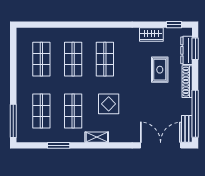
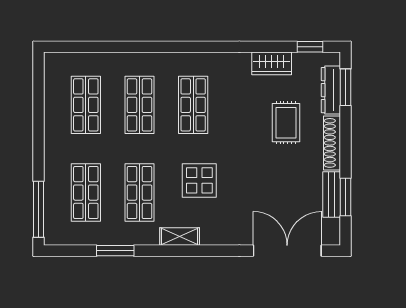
window: (195, 114) -> (345, 197), width x0.47
bench: (187, 129) -> (332, 195), moved

